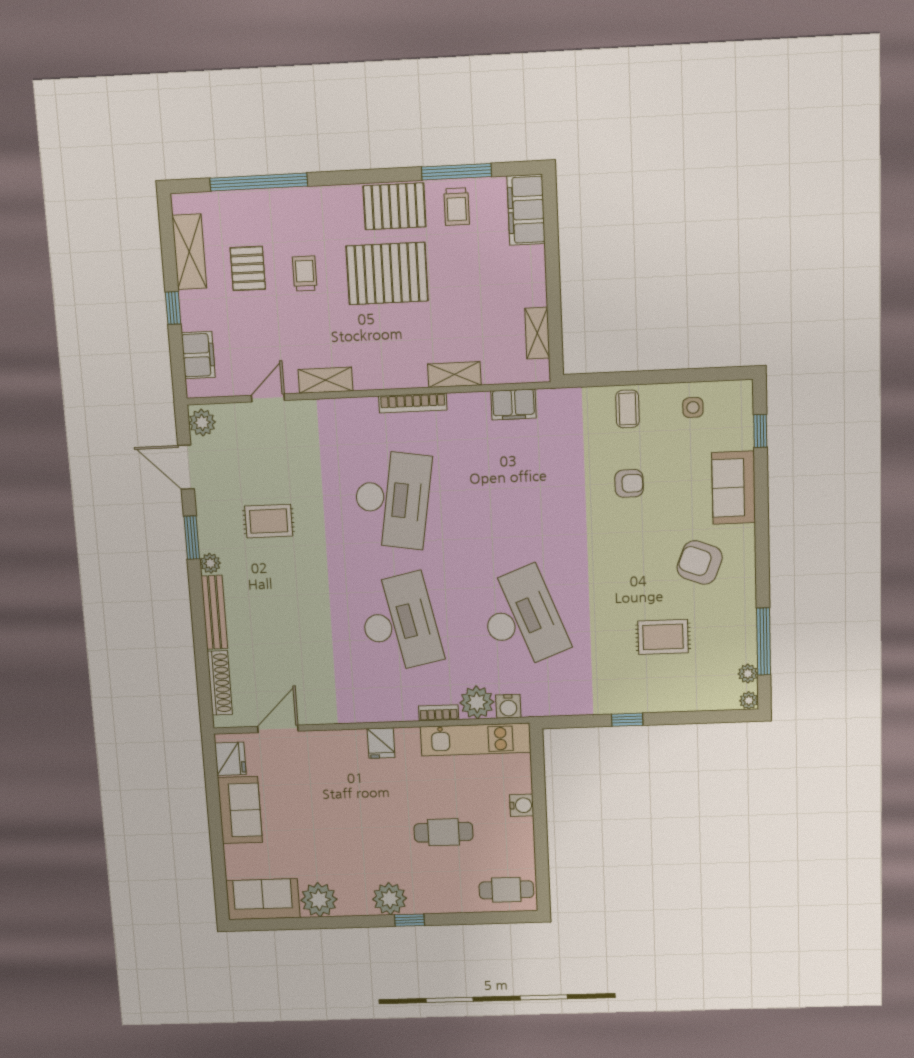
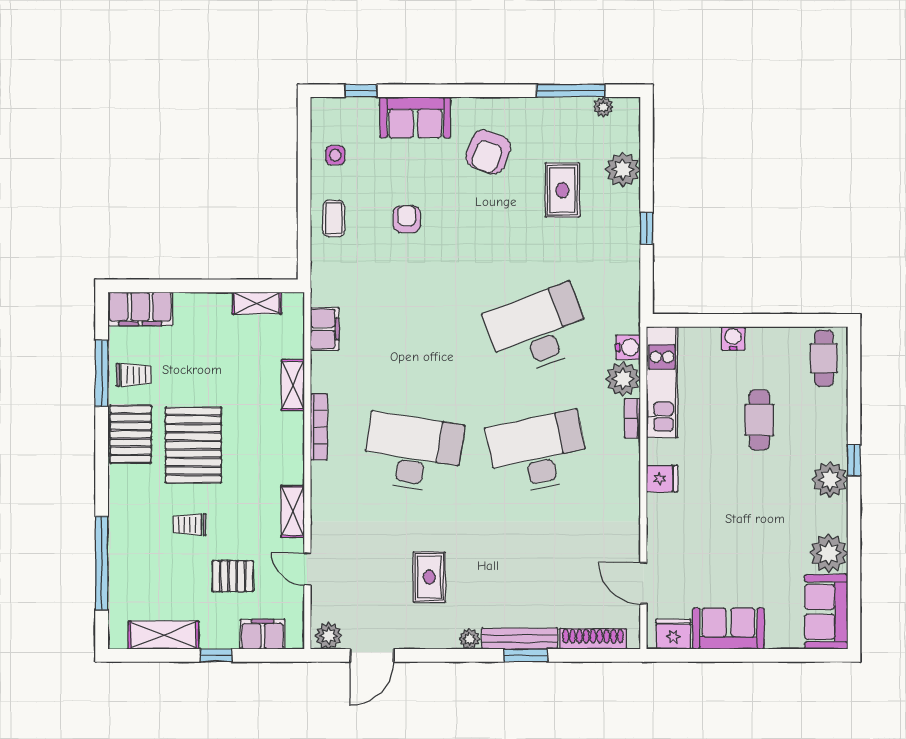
pallet: (248, 268) -> (233, 576), moved
coffee table: (627, 409) -> (334, 218), turned 90
window: (192, 538) -> (526, 655), moved
plant: (749, 700) -> (623, 170), moved, width x1.88, depth x1.88

